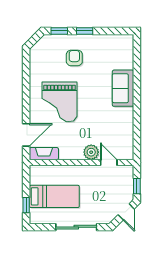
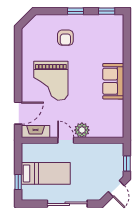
window: (59, 31) -> (107, 11), moved
armchair: (74, 58) -> (65, 38), turned 180
sofa: (123, 88) -> (113, 81), moved
door: (109, 162) -> (66, 140), moved

